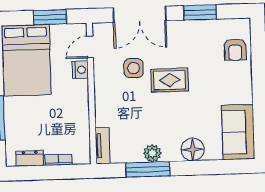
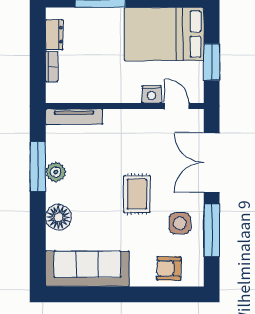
window: (200, 12) -> (212, 230), width x1.44
side table: (133, 68) -> (180, 223), moved
sofa: (238, 132) -> (87, 269), width x1.36
tv unit: (103, 146) -> (74, 117), width x1.41

